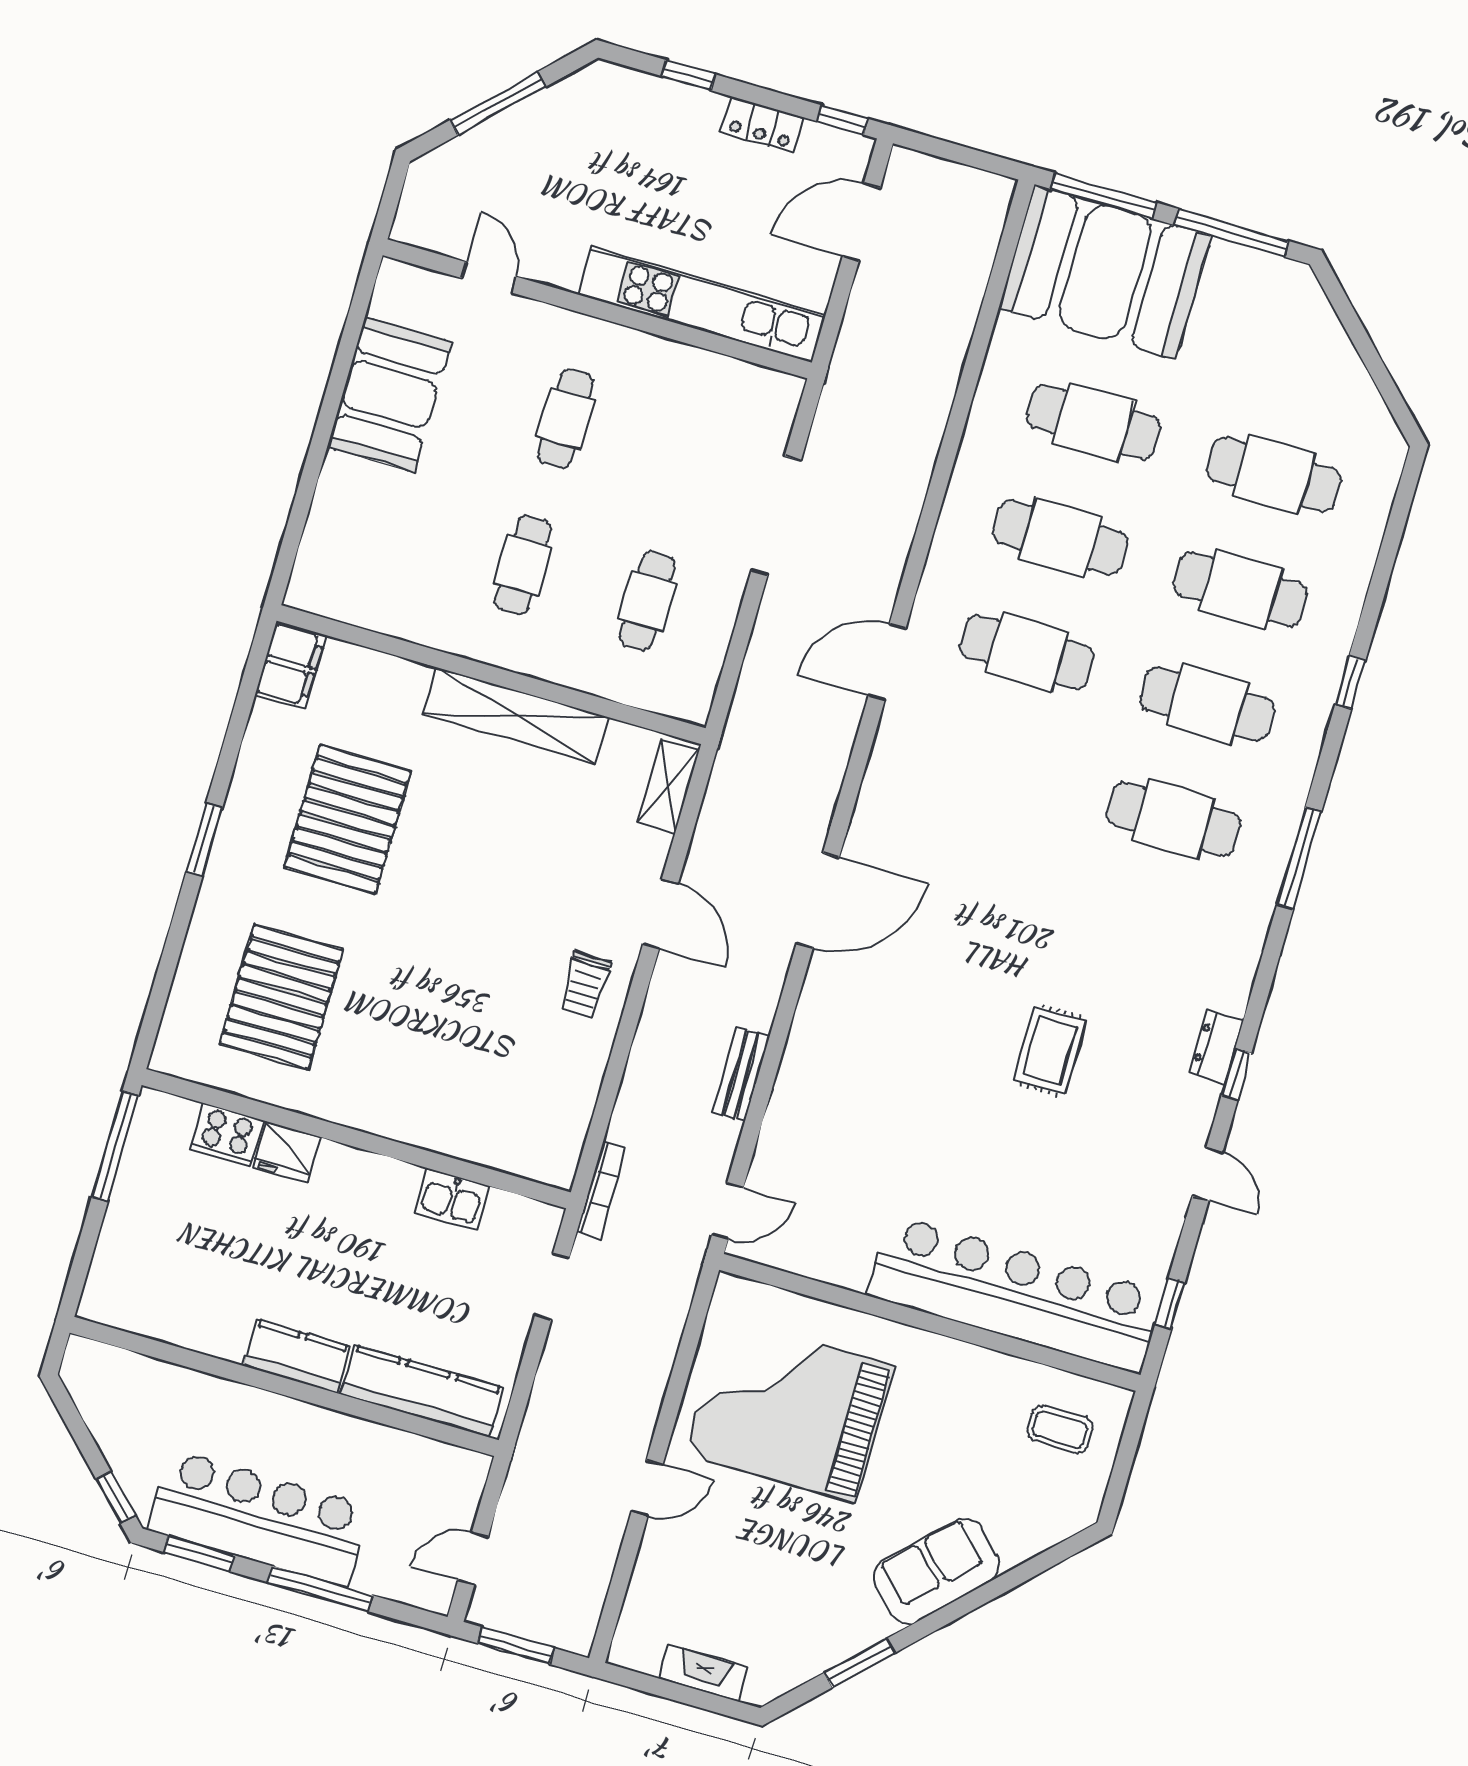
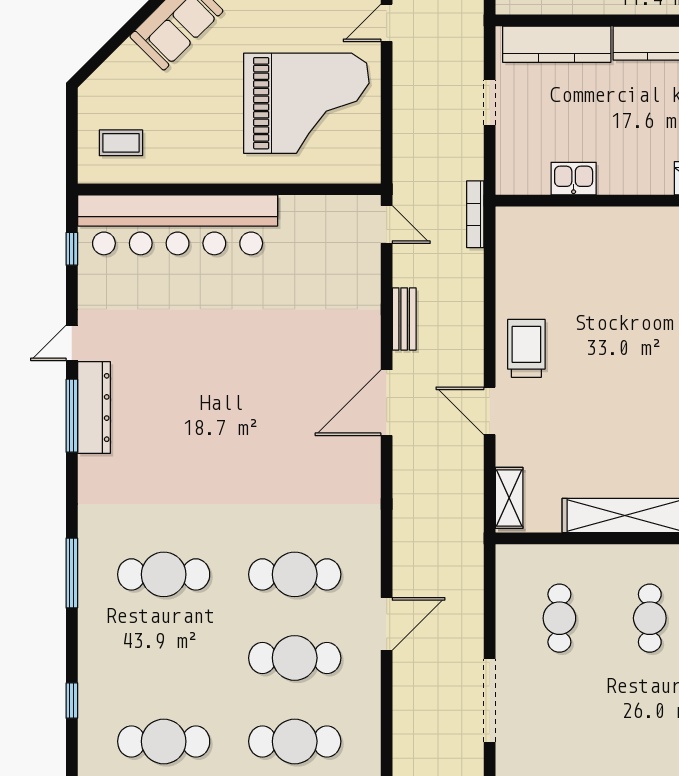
cafe table: (565, 419) -> (650, 725), removed
cafe table: (1207, 704) -> (295, 574), moved
door: (818, 900) -> (387, 403), moved
trolley: (585, 985) -> (526, 348), width x1.36, depth x1.39
dresser: (1216, 1047) -> (94, 408), width x1.96, depth x1.24
rug: (1050, 1050) -> (202, 395), removed
window: (1237, 1074) -> (72, 416), width x2.17
door: (1207, 1174) -> (72, 343), hinge flipped
door: (728, 1211) -> (387, 224), swing flipped
doorway: (552, 1287) -> (490, 103), moved

